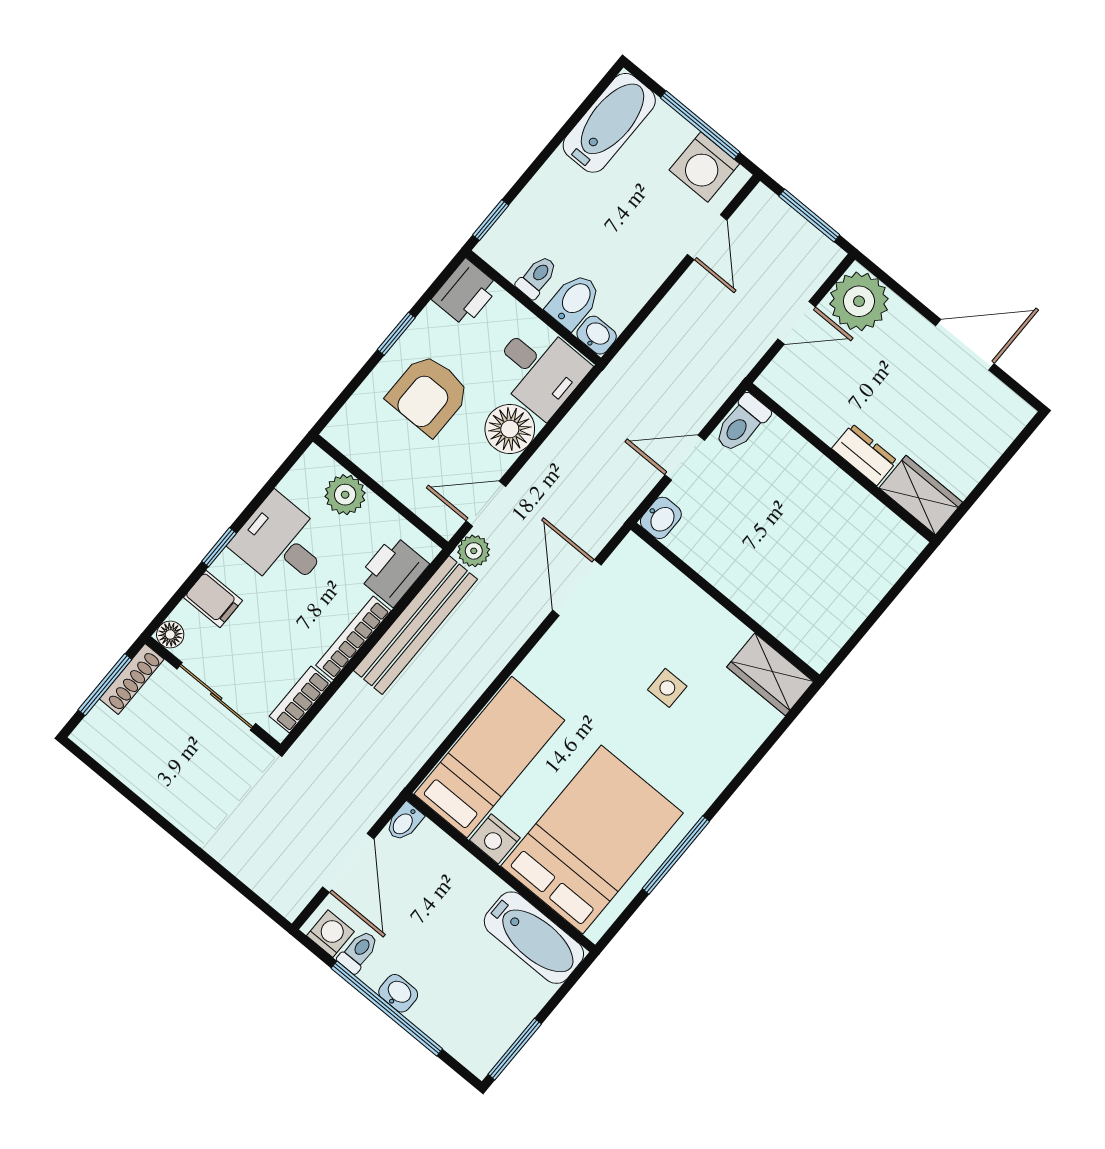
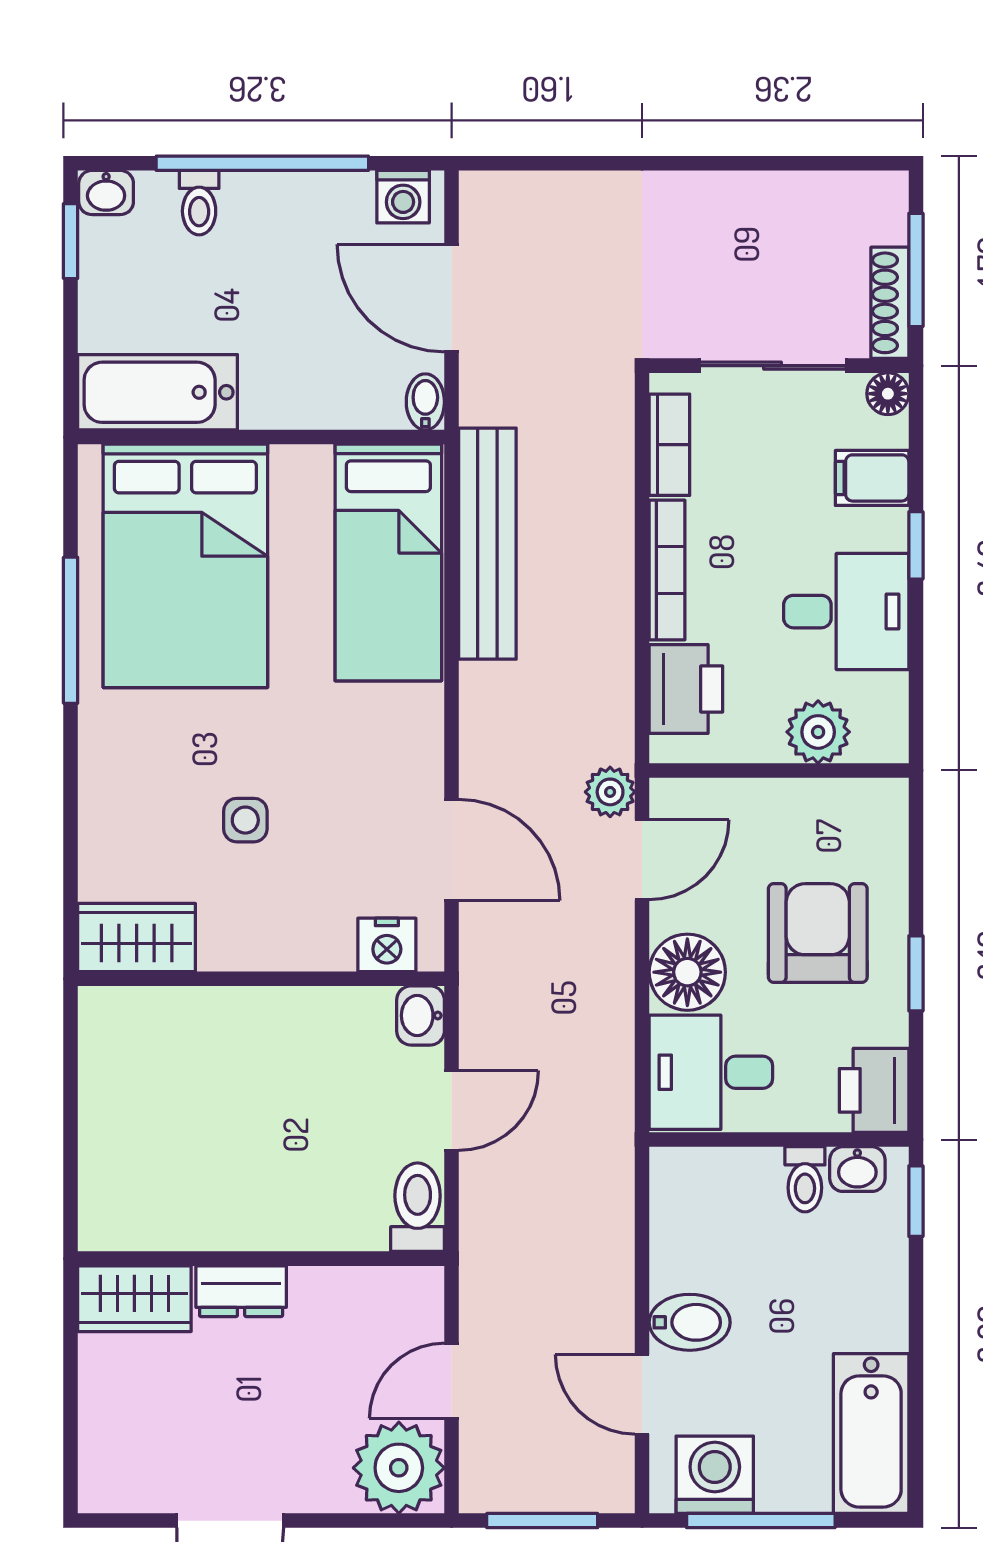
bidet: (574, 301) -> (690, 1322), moved, turned -90
washbasin: (597, 335) -> (857, 1169), moved
bench: (416, 625) -> (487, 544), moved
nightstand: (495, 839) -> (387, 945), moved, turned 180
toilet: (358, 952) -> (199, 203), moved
washbasin: (398, 993) -> (106, 193), moved
window: (515, 1049) -> (71, 241), width x0.67

